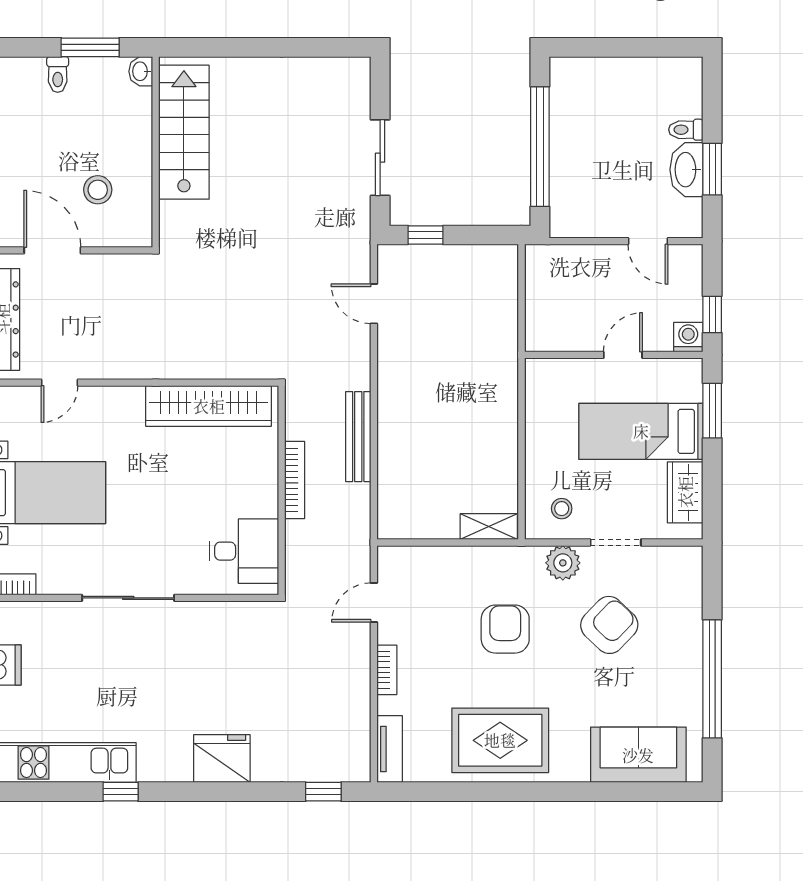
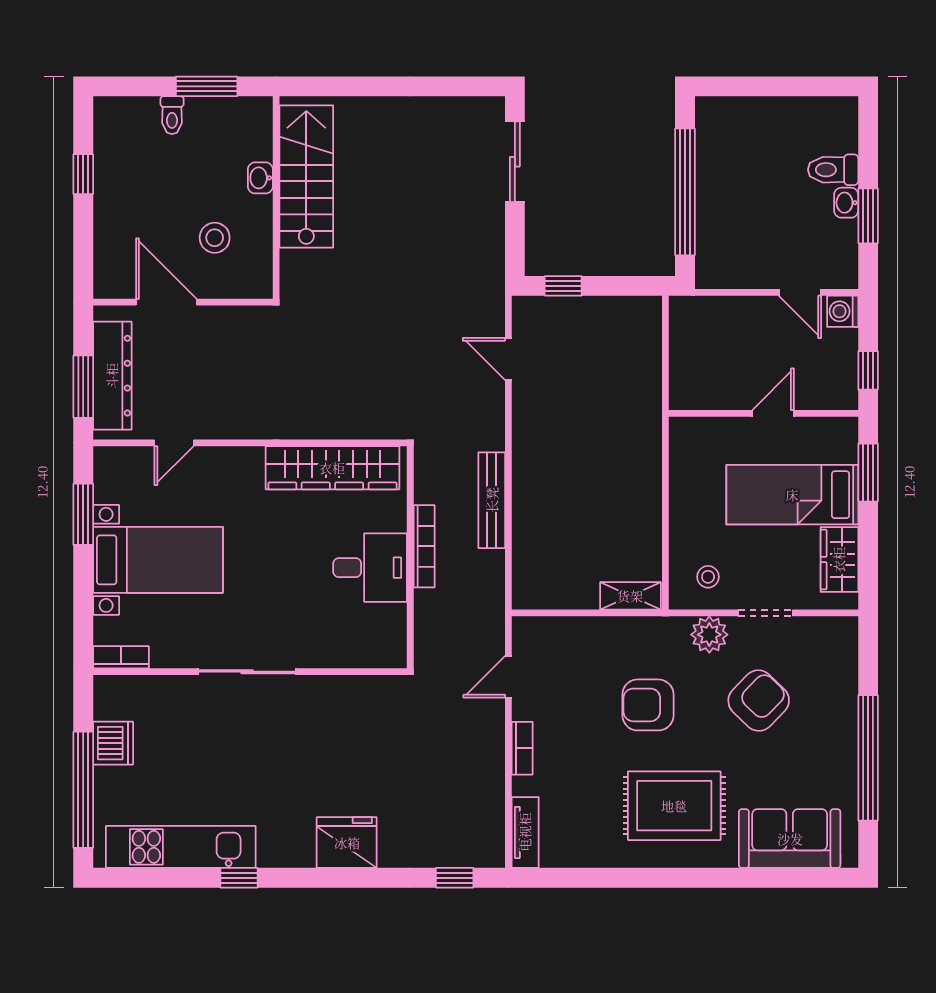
washbasin: (141, 71) -> (260, 178), moved
toilet: (686, 130) -> (833, 170), width x1.37, depth x1.39
sliding door: (380, 158) -> (515, 162), moved
washbasin: (686, 170) -> (846, 203), width x0.52, depth x0.69
washing machine: (688, 337) -> (843, 311), moved, turned -90
desk: (244, 551) -> (370, 568), moved
armchair: (505, 629) -> (648, 705), turned -90
rug: (500, 740) -> (674, 806), moved

